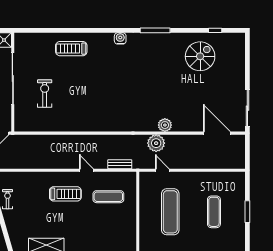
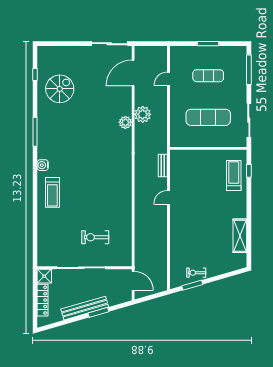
treadmill: (71, 49) -> (52, 192), moved
spiral stairs: (200, 56) -> (60, 89), turned 90
plant: (156, 143) -> (143, 114), moved
door: (162, 170) -> (168, 79), moved
treadmill: (65, 194) -> (234, 175), moved
exercise mat: (108, 197) -> (194, 176), removed

